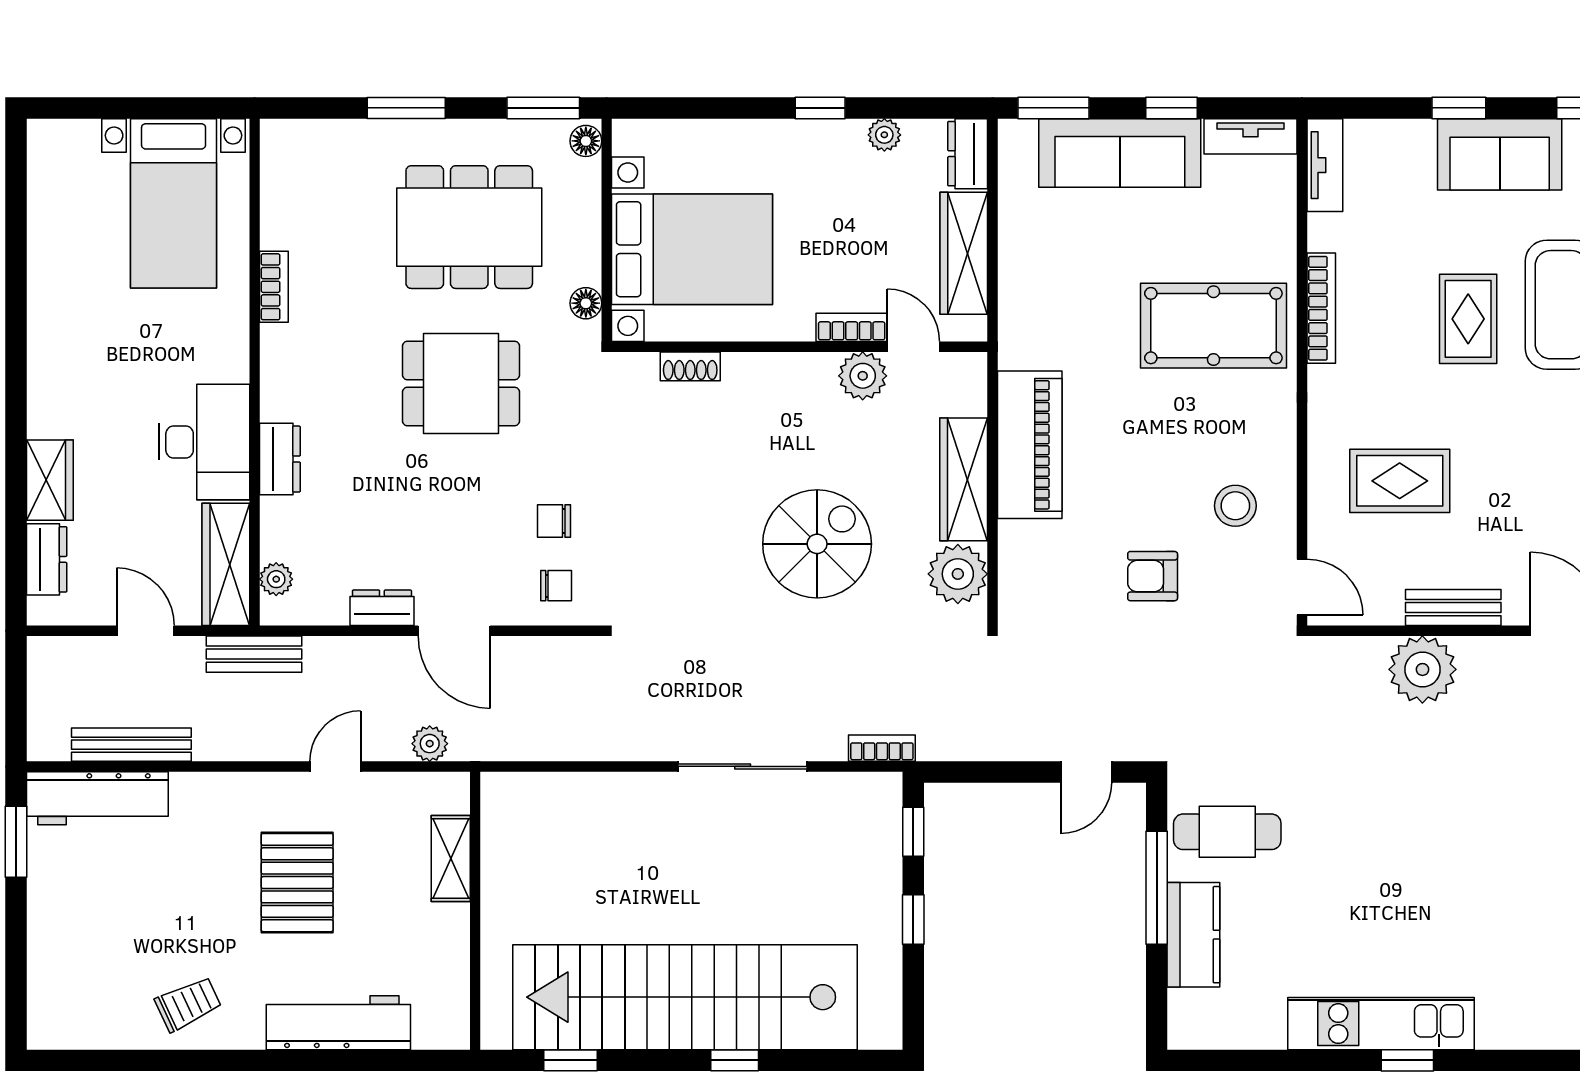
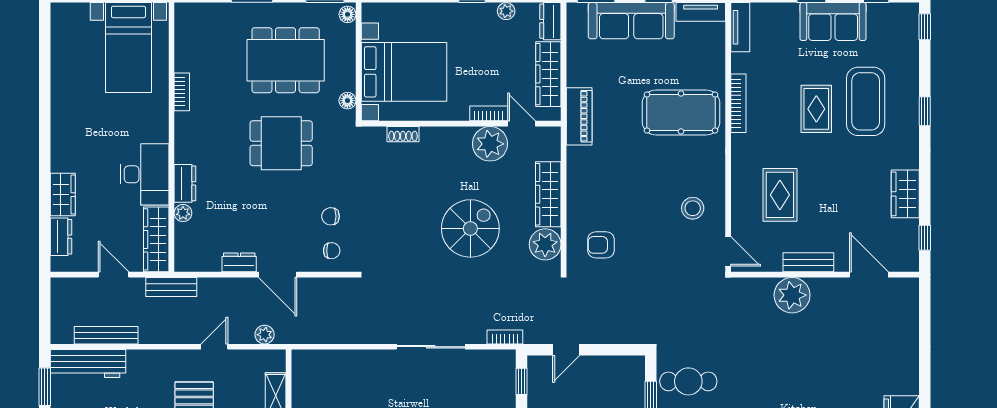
plant: (863, 376) -> (490, 144), width x1.36, depth x1.36
piano: (1030, 445) -> (579, 116), moved, width x0.73, depth x0.75
rug: (1400, 481) -> (780, 195), turned 90
armchair: (1153, 576) -> (601, 245), moved
plant: (276, 579) -> (183, 213), moved
door: (1086, 772) -> (566, 350), moved

